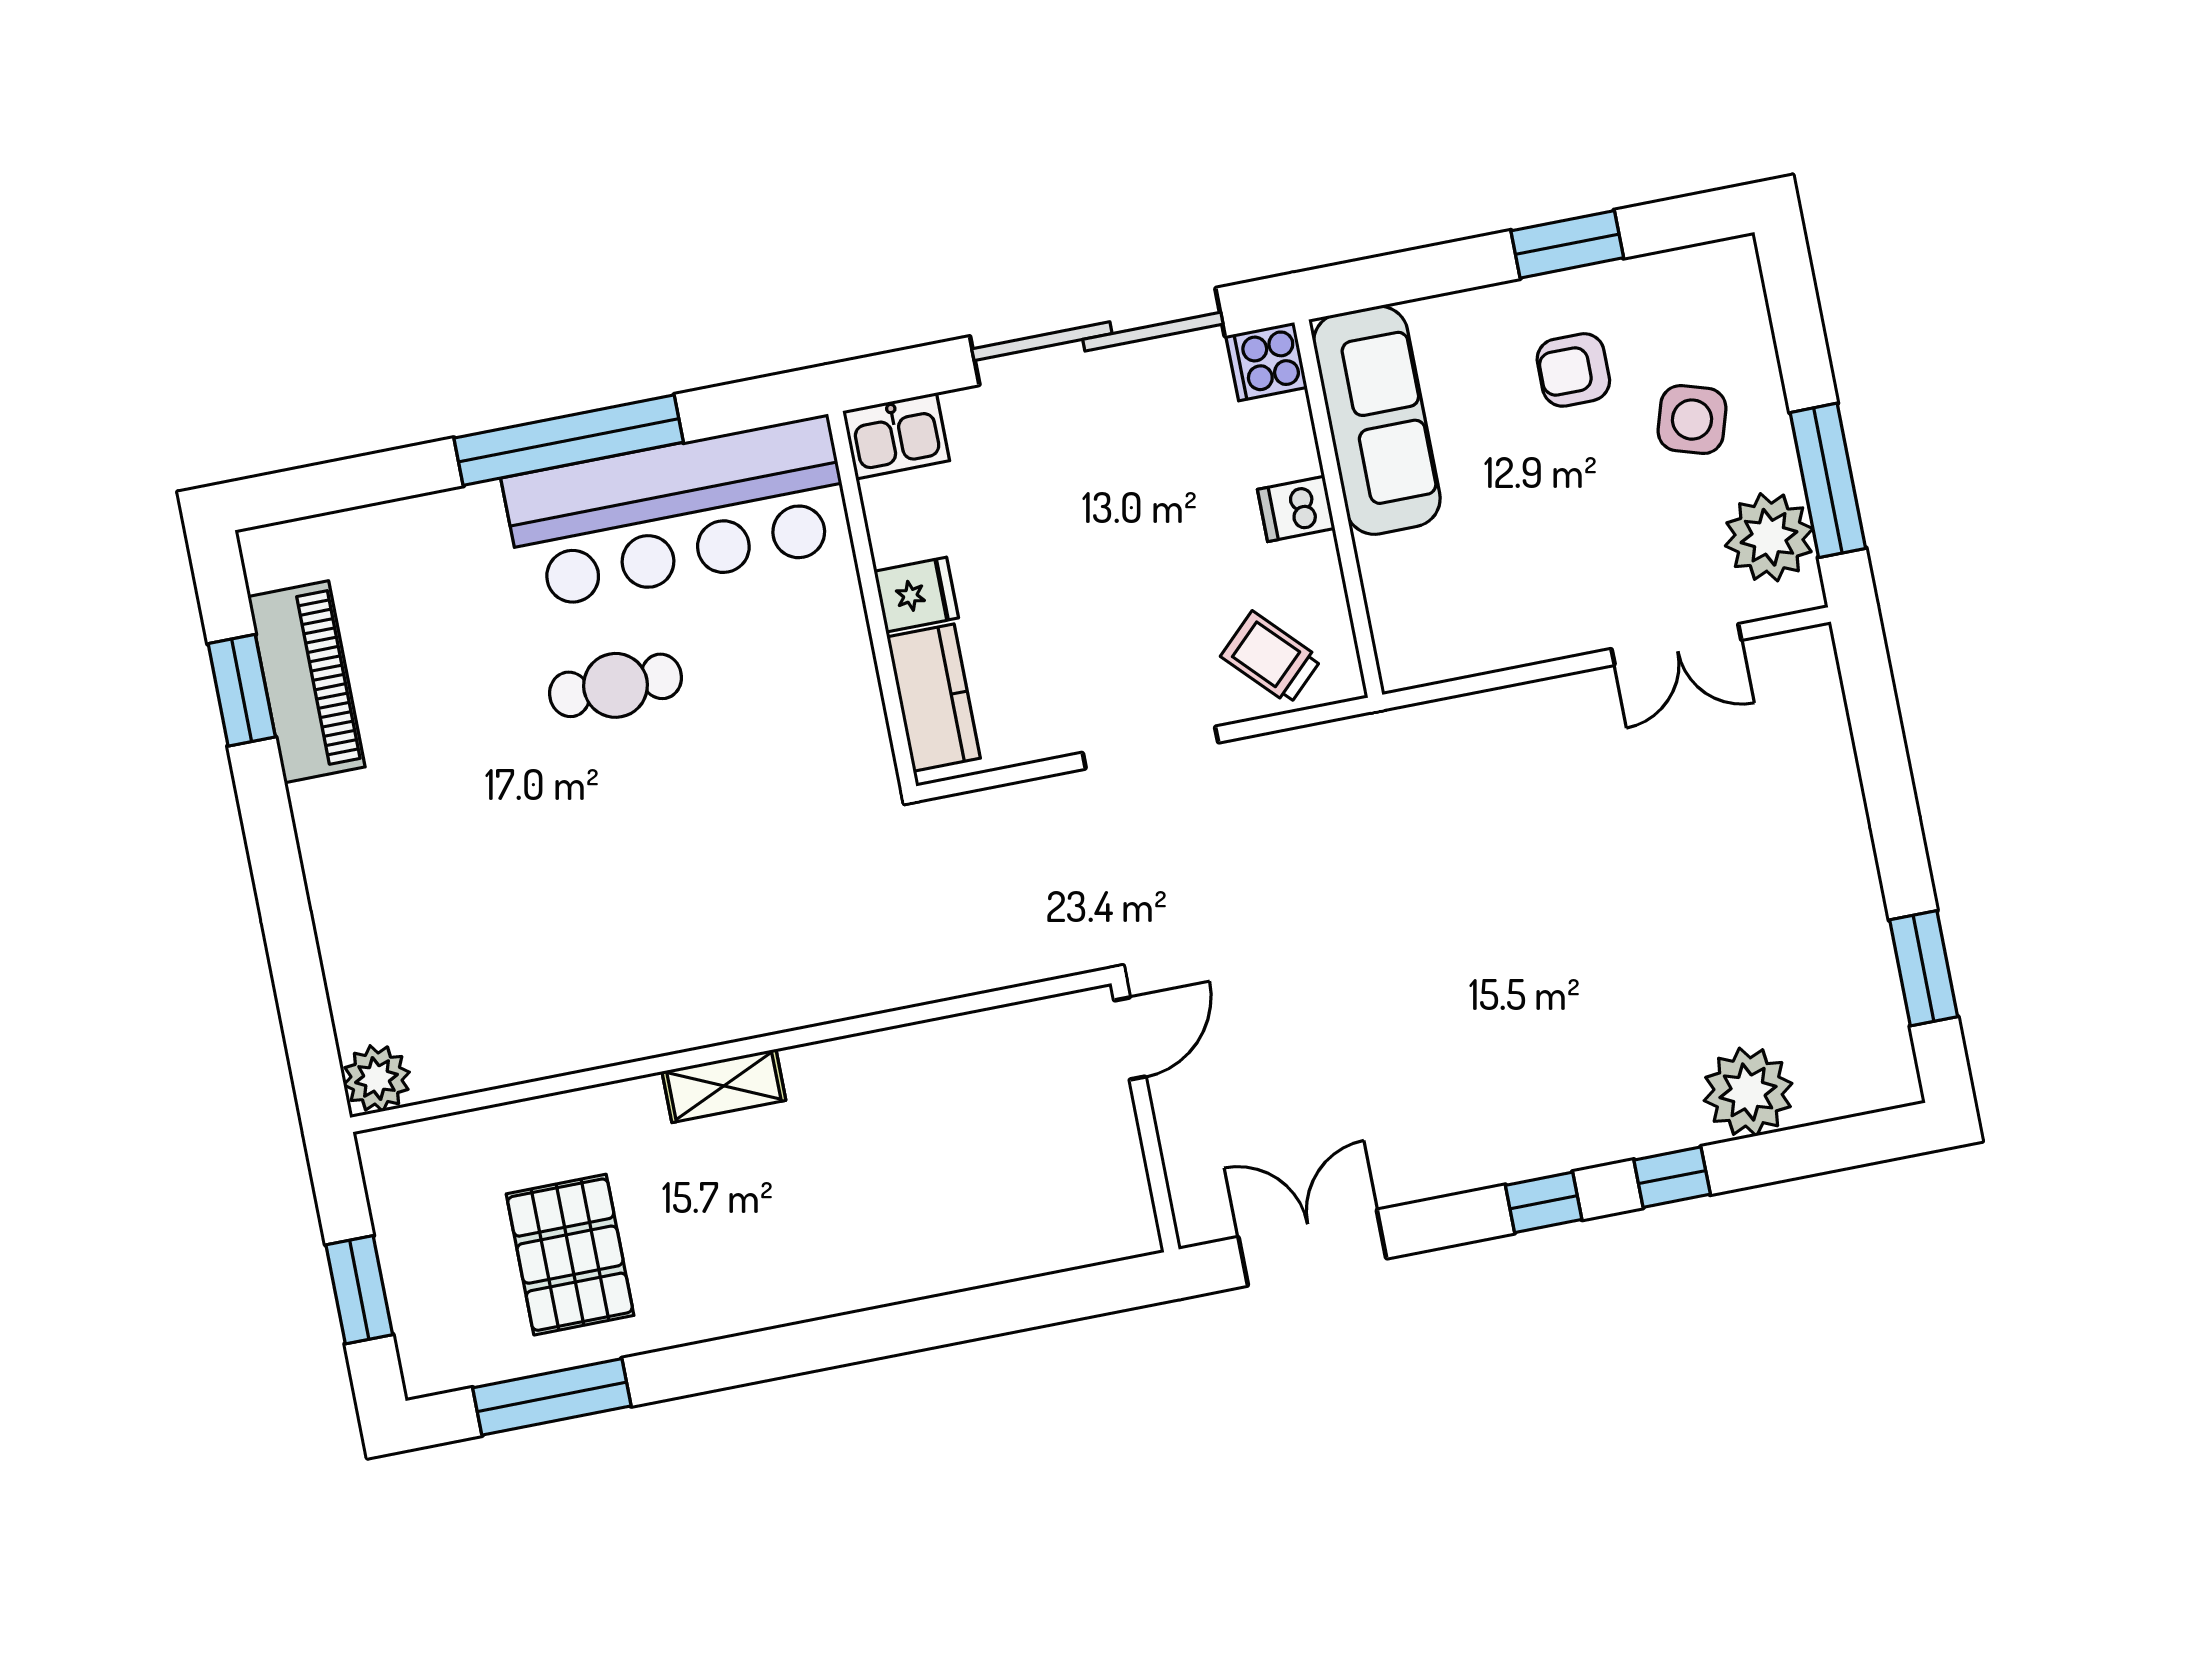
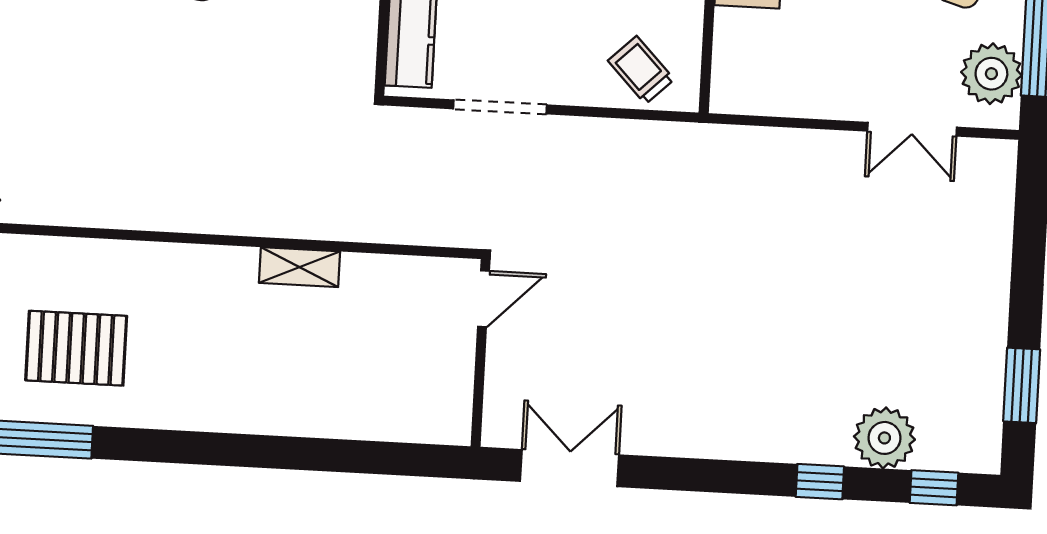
doorway: (1150, 748) -> (500, 107), moved
shelving: (724, 1086) -> (299, 267), moved
window: (1544, 1202) -> (934, 488), moved
pallet: (570, 1255) -> (76, 348), turned 90

